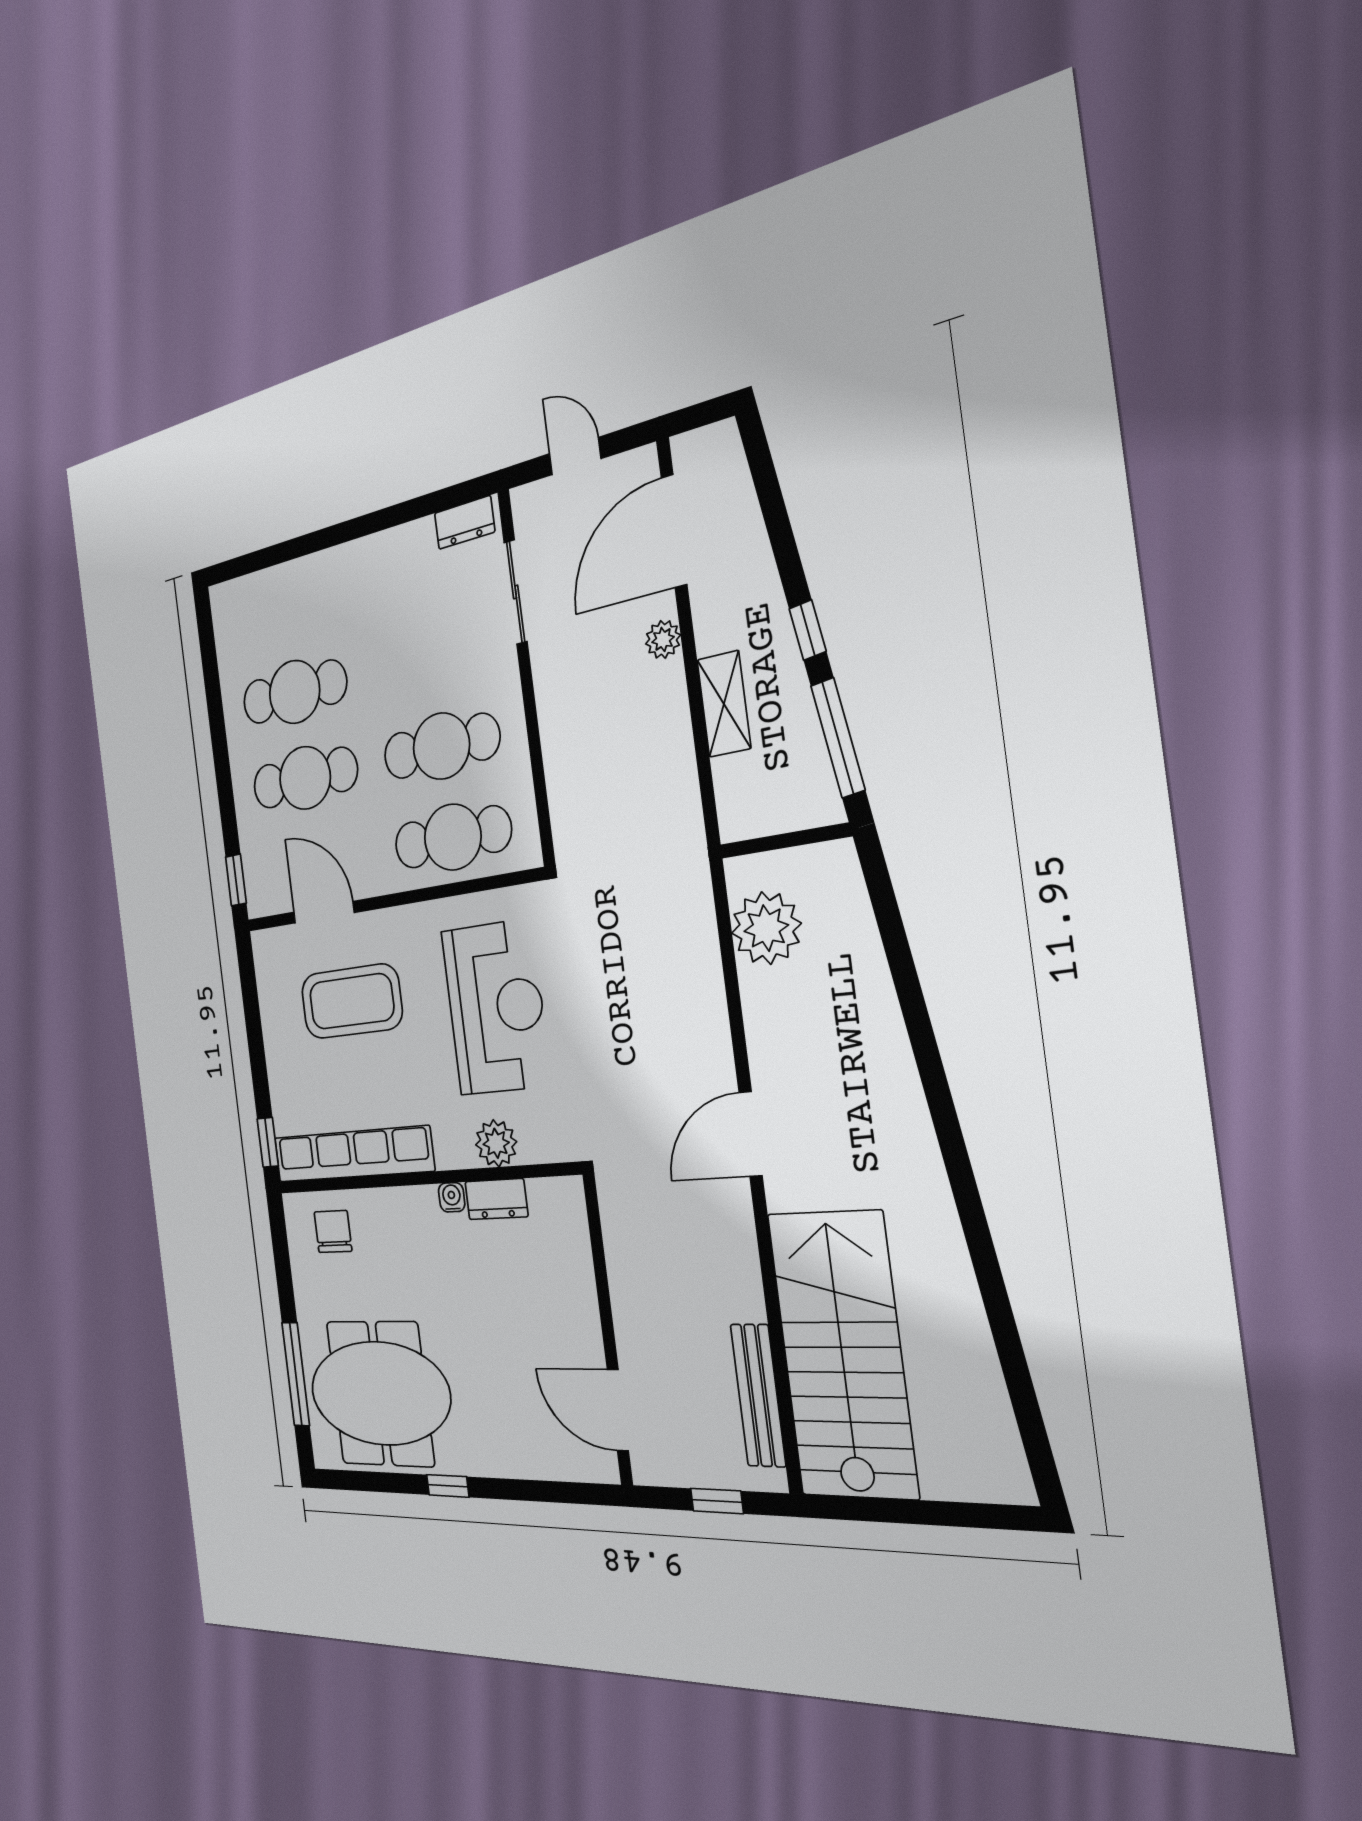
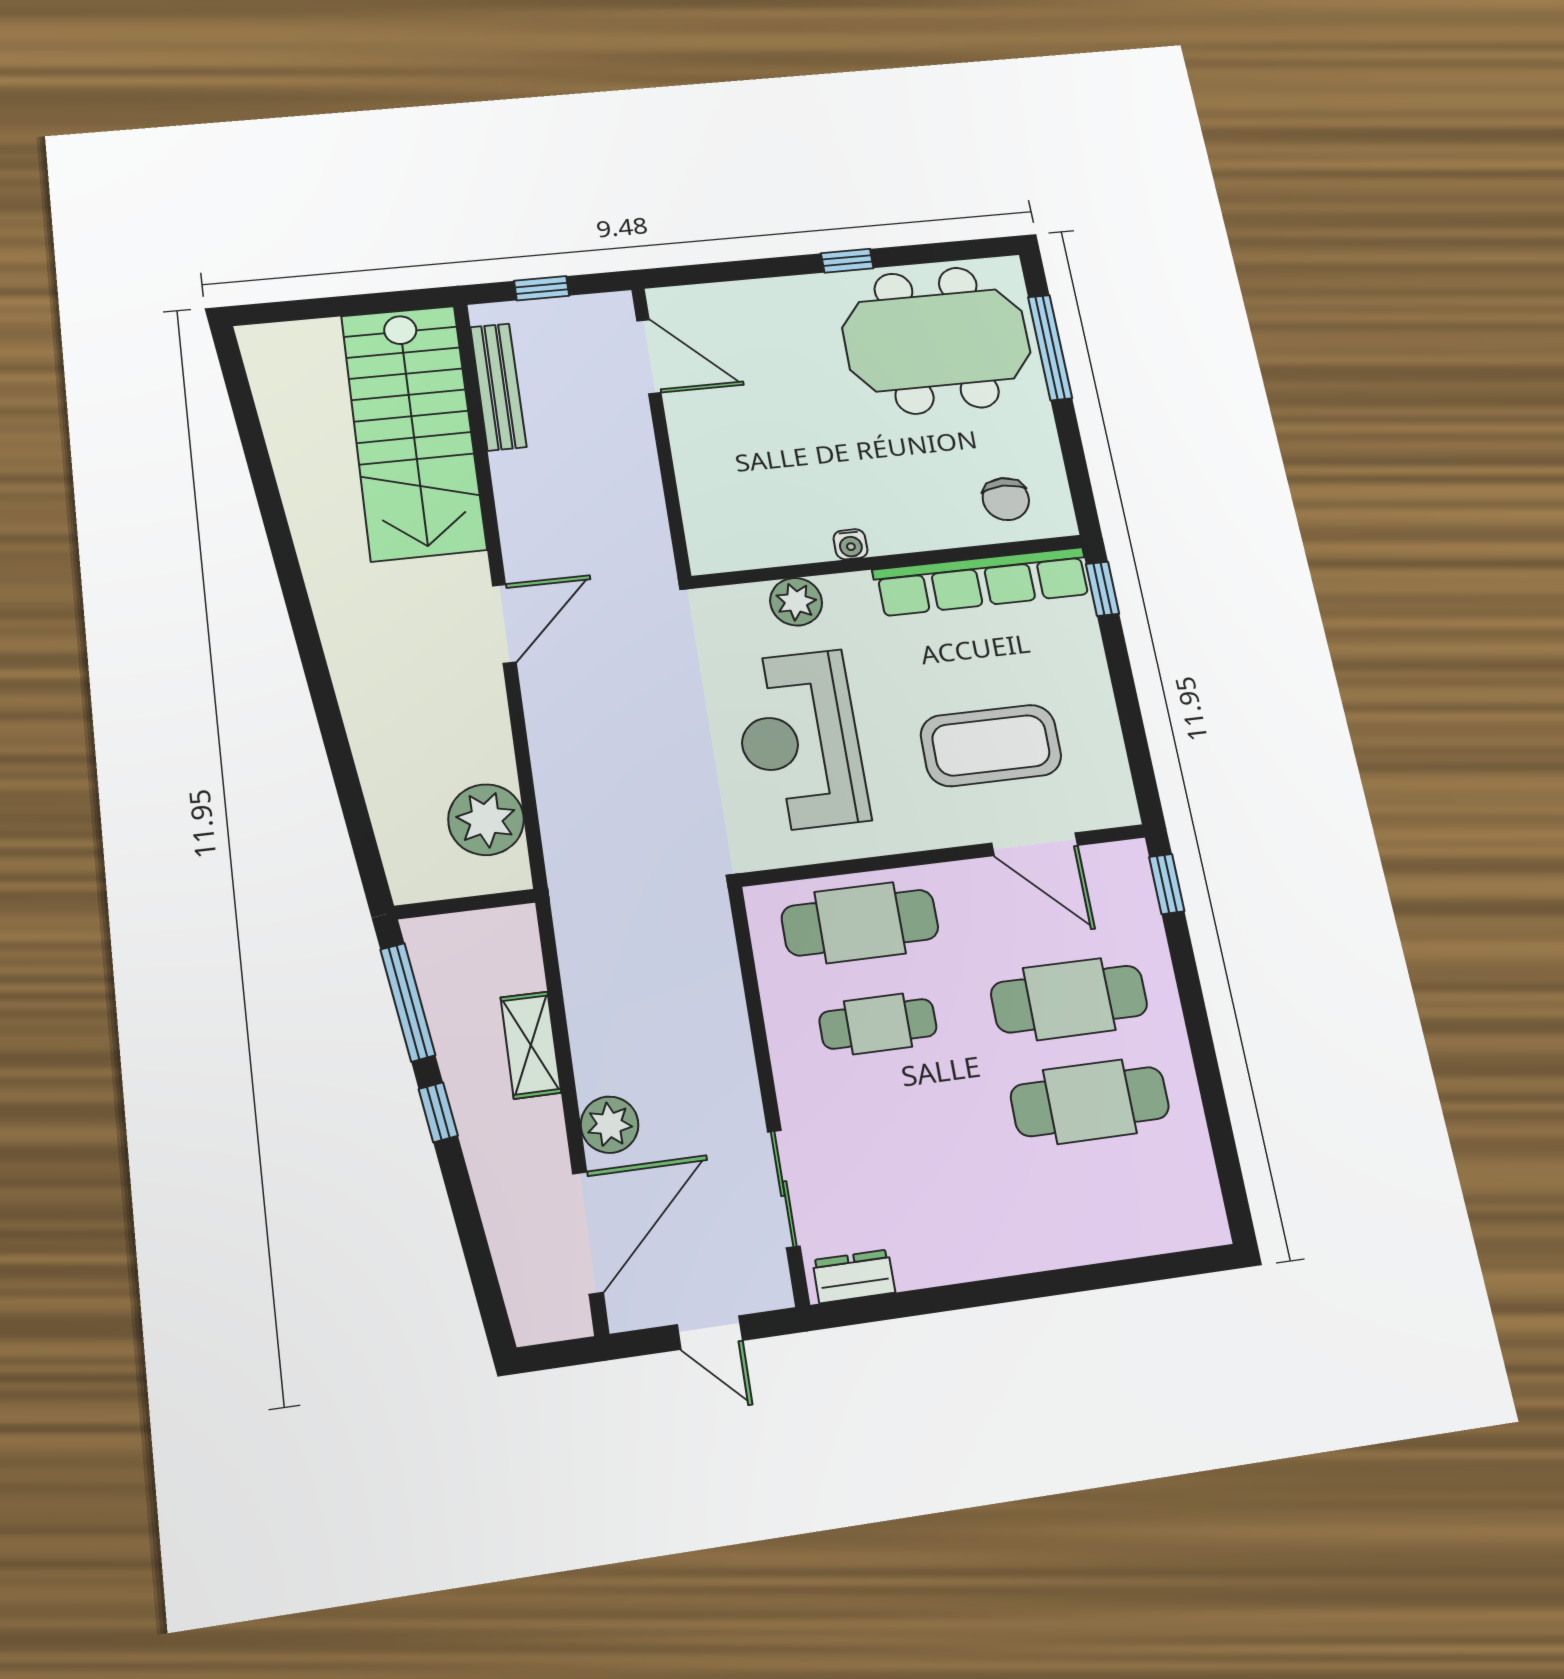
plant: (663, 639) -> (610, 1125), width x1.38, depth x1.38
cafe table: (441, 746) -> (878, 1024), width x0.73, depth x0.74
dresser: (496, 1199) -> (794, 546), removed

